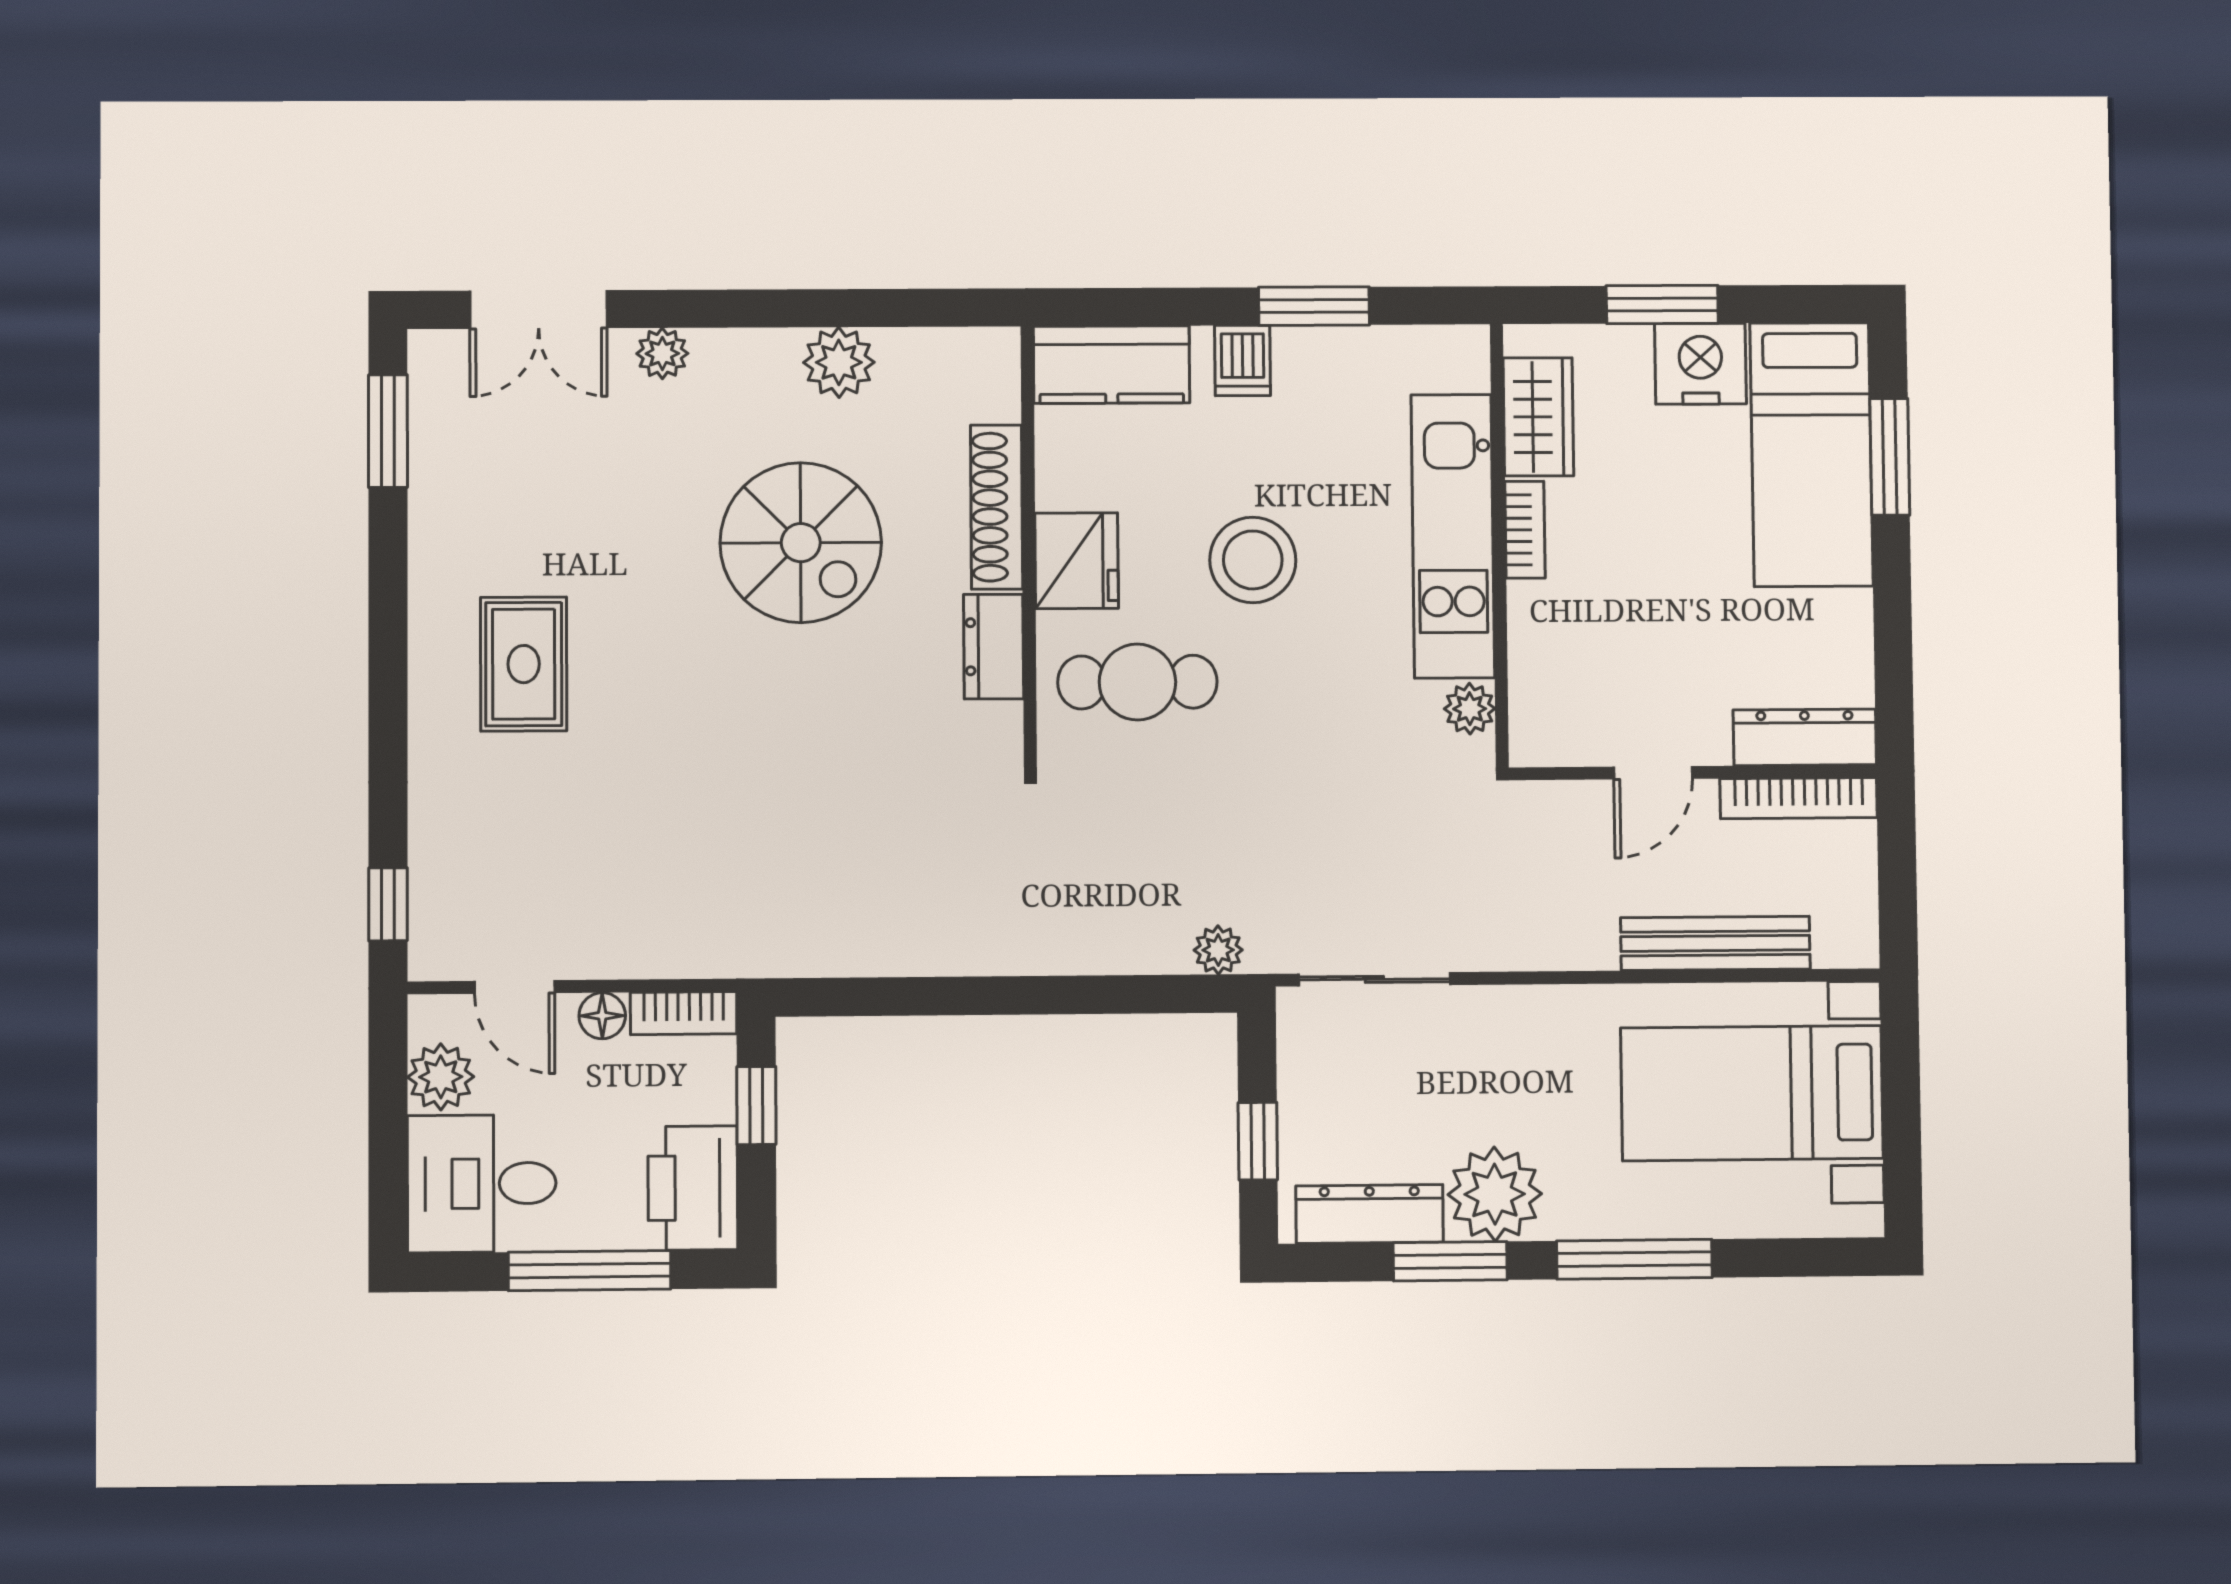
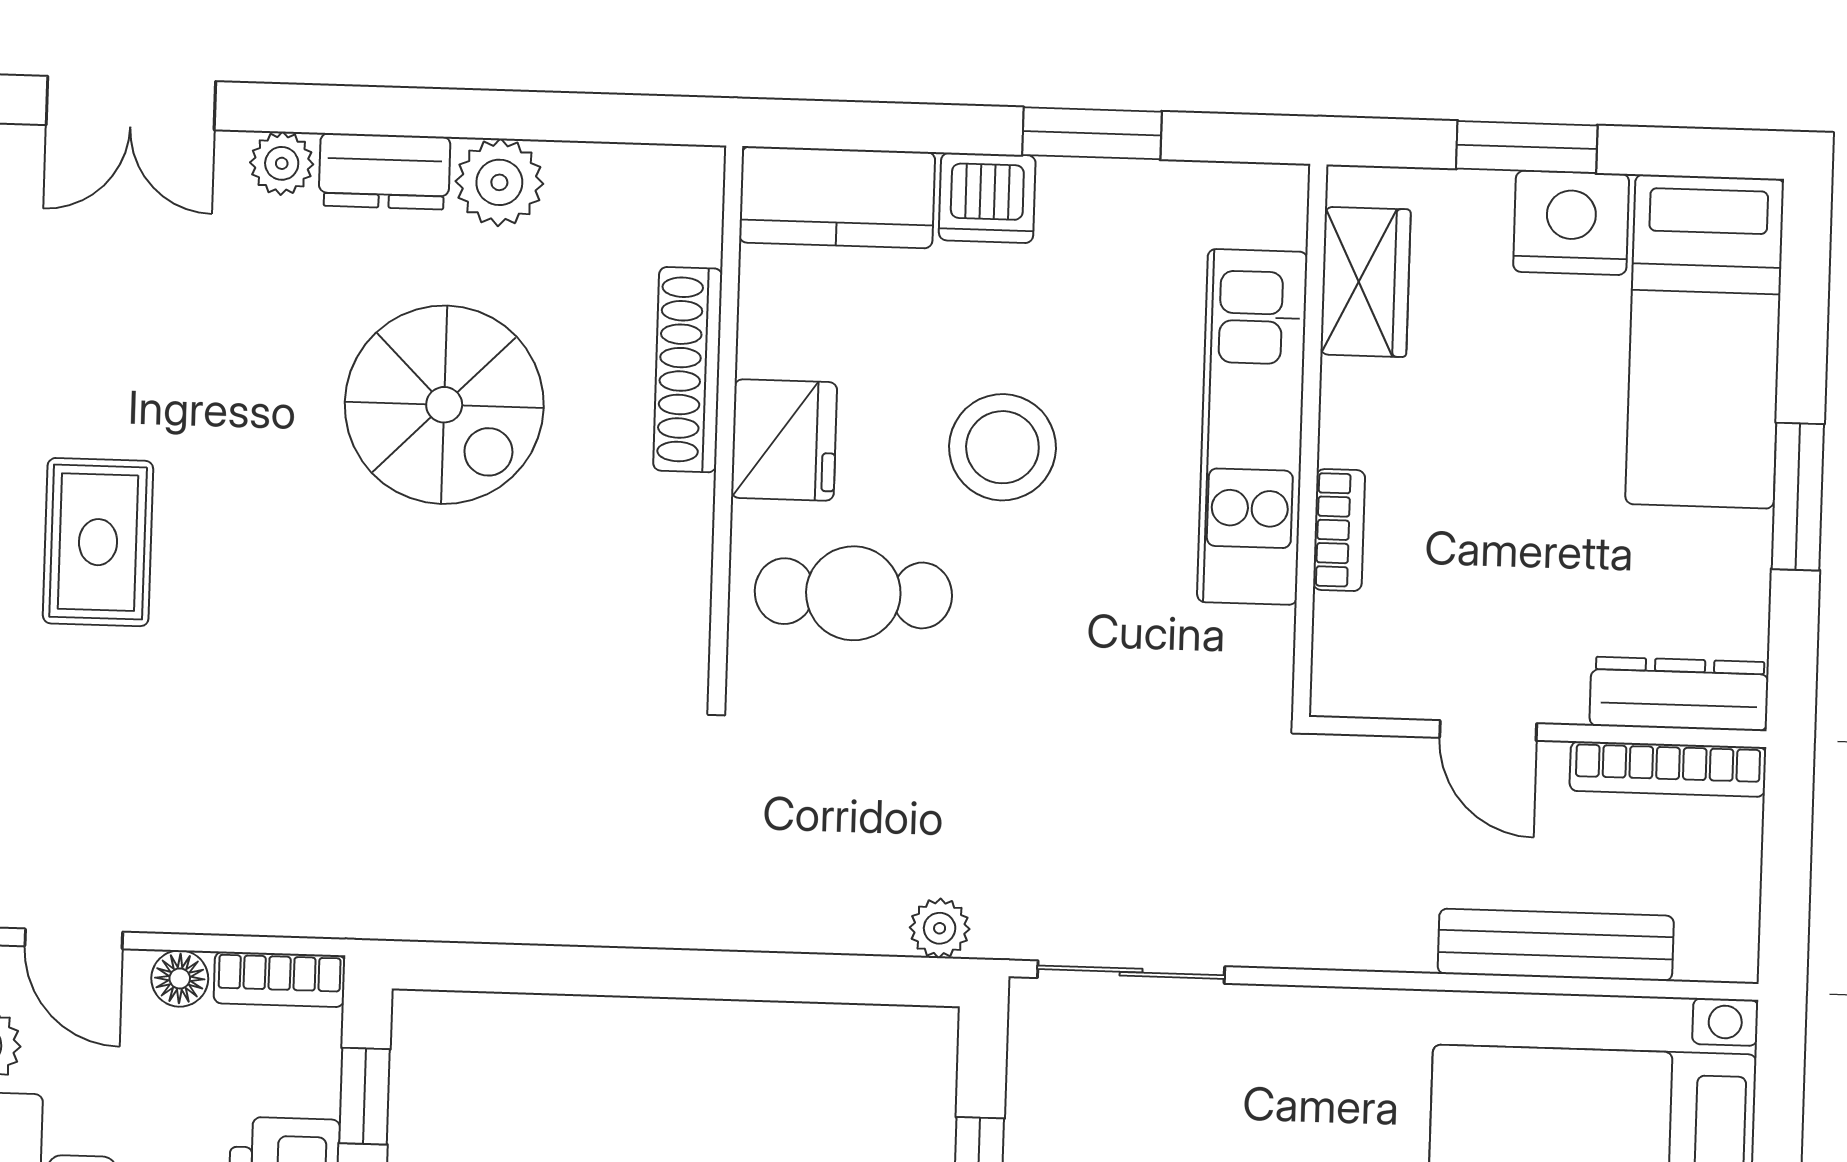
dishwasher: (1242, 361) -> (987, 198), width x1.38
window: (1890, 457) -> (1798, 497), moved
bookcase: (1525, 530) -> (1339, 530), moved
dresser: (994, 647) -> (385, 171), moved, turned -90
plant: (1470, 709) -> (1264, 642), removed
door: (1653, 773) -> (1488, 731), hinge flipped

